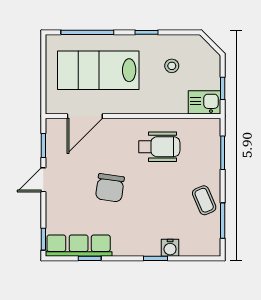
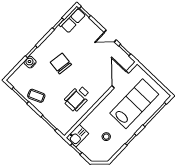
door: (43, 180) -> (110, 36), swing flipped
chair: (110, 188) -> (61, 63), moved
row of seats: (79, 246) -> (72, 20), width x0.68

